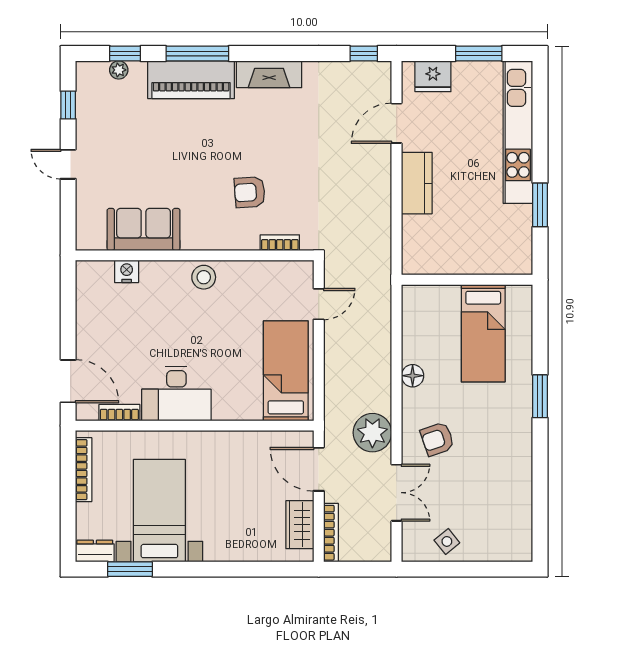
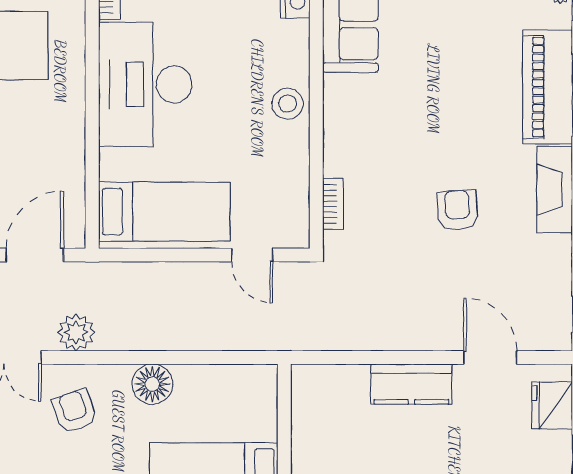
armchair: (250, 192) -> (457, 210), moved
floor lamp: (413, 376) -> (152, 384), width x1.38, depth x1.38
desk: (176, 394) -> (145, 84), width x1.36, depth x1.30
plant: (372, 433) -> (76, 332), width x0.73, depth x0.73

